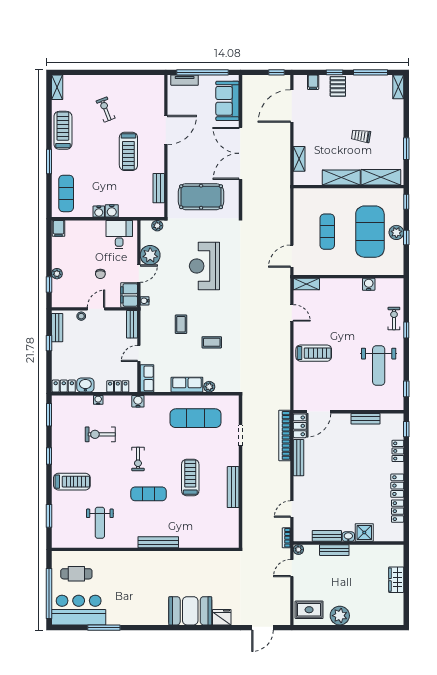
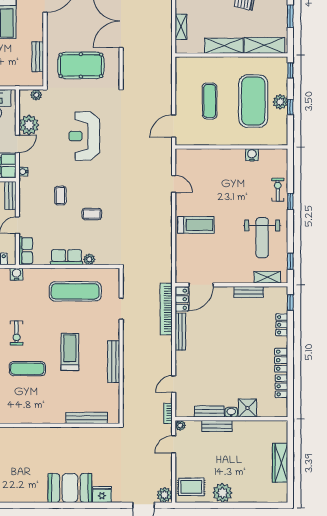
shelving: (306, 284) -> (267, 277), moved
bench: (158, 542) -> (87, 418), moved
wardrobe: (396, 580) -> (280, 463), width x1.50
plant: (283, 618) -> (164, 495), added

